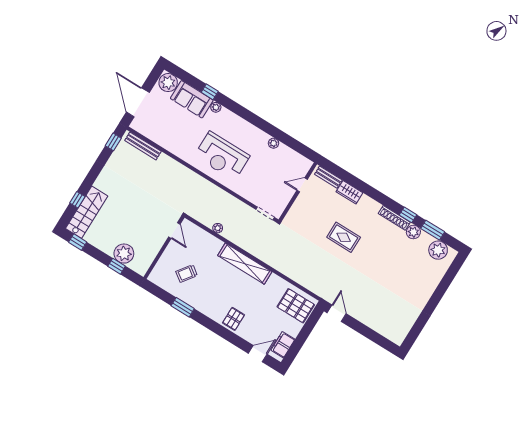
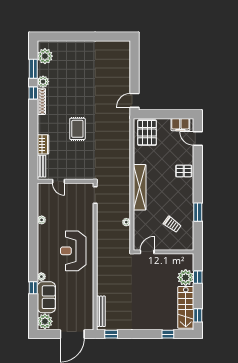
reception desk: (222, 156) -> (73, 251), turned 180
stairs: (87, 212) -> (186, 307), moved, turned -90

